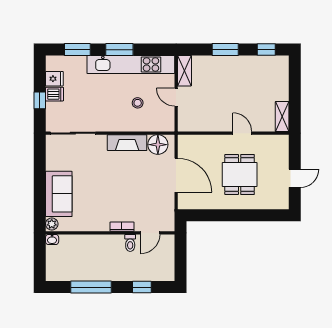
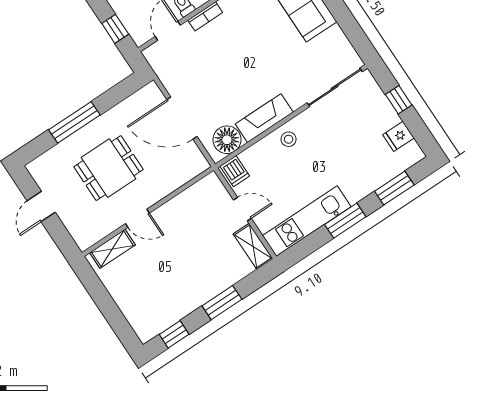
kitchen unit: (131, 64) -> (307, 221), width x0.73
dishwasher: (55, 94) -> (235, 171), moved, turned -90
stool: (138, 103) -> (289, 139), moved
shelving: (282, 117) -> (112, 249), moved, turned 90
dining table: (240, 174) -> (108, 168), turned 90
window: (242, 215) -> (74, 122), added
window: (180, 255) -> (115, 29), added

